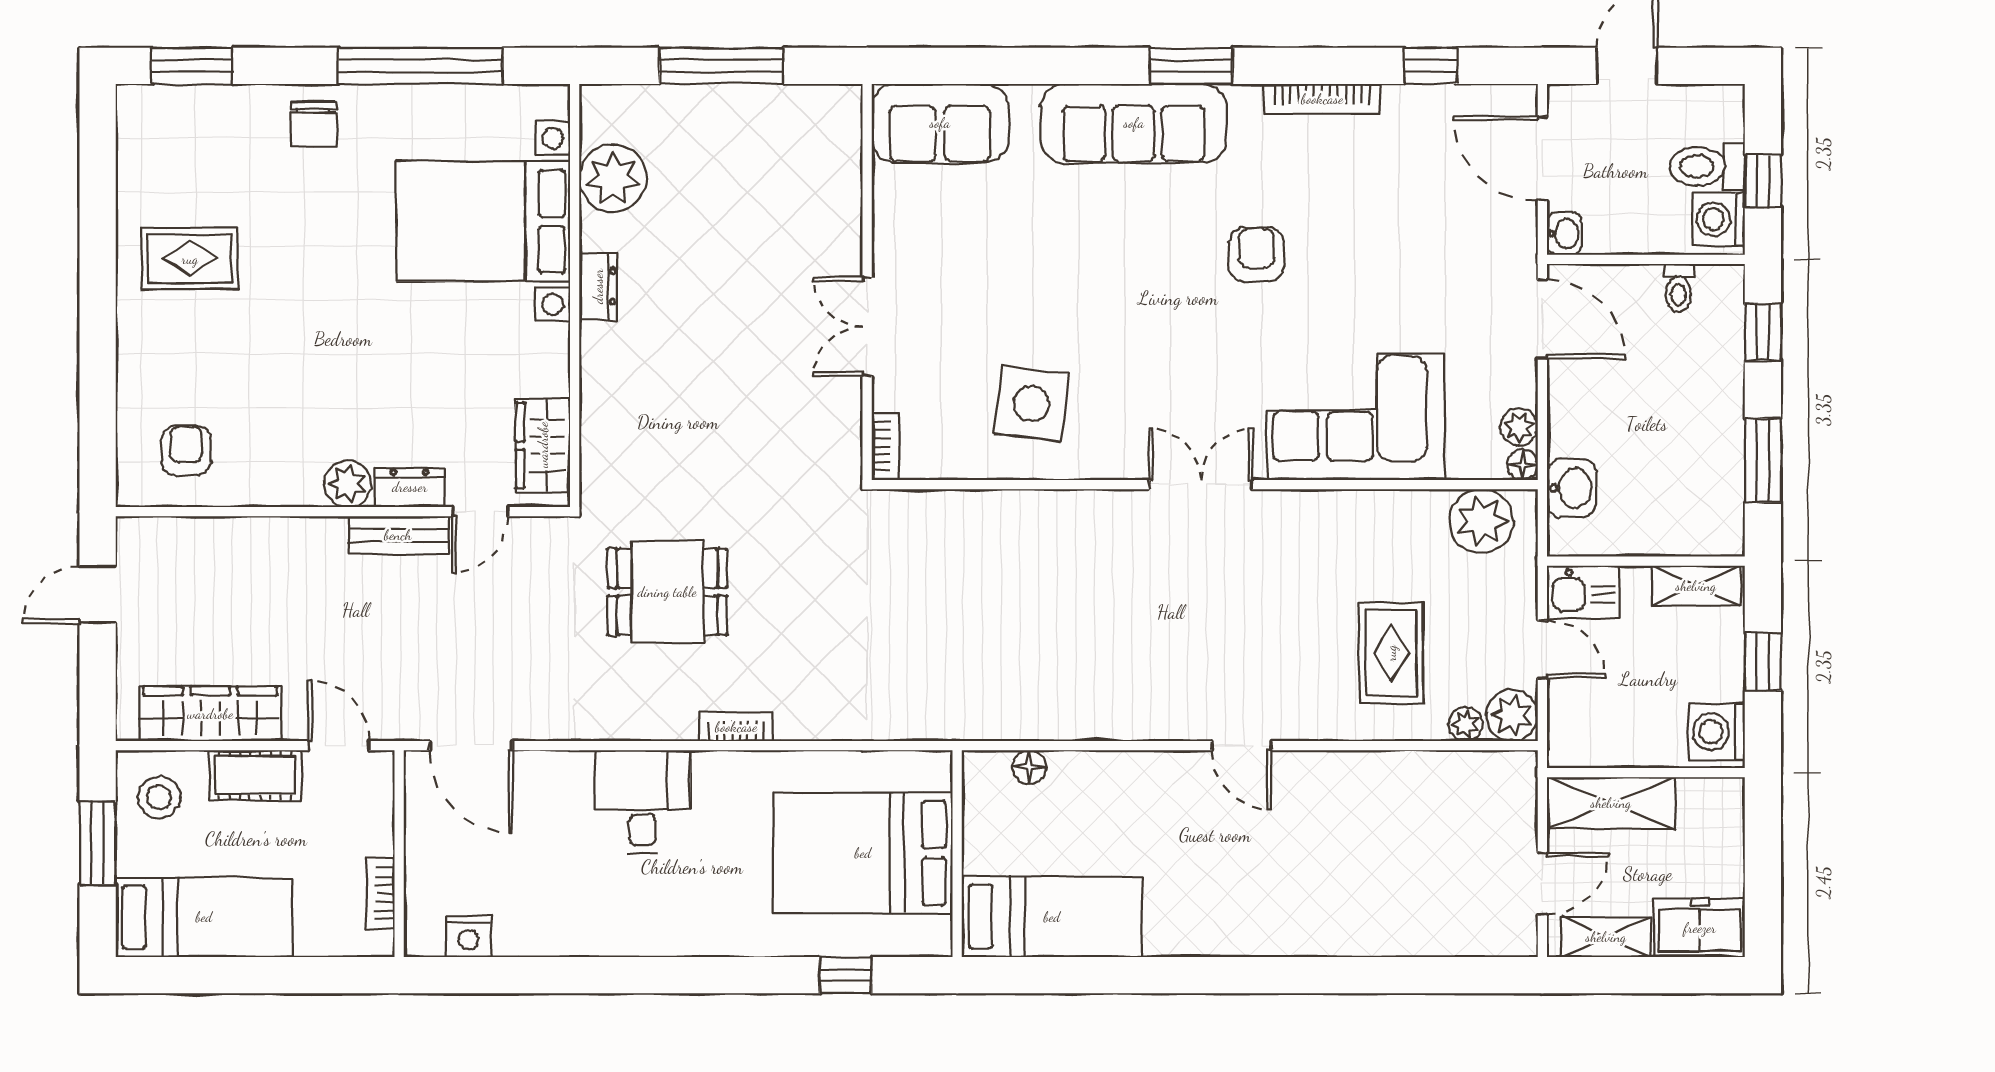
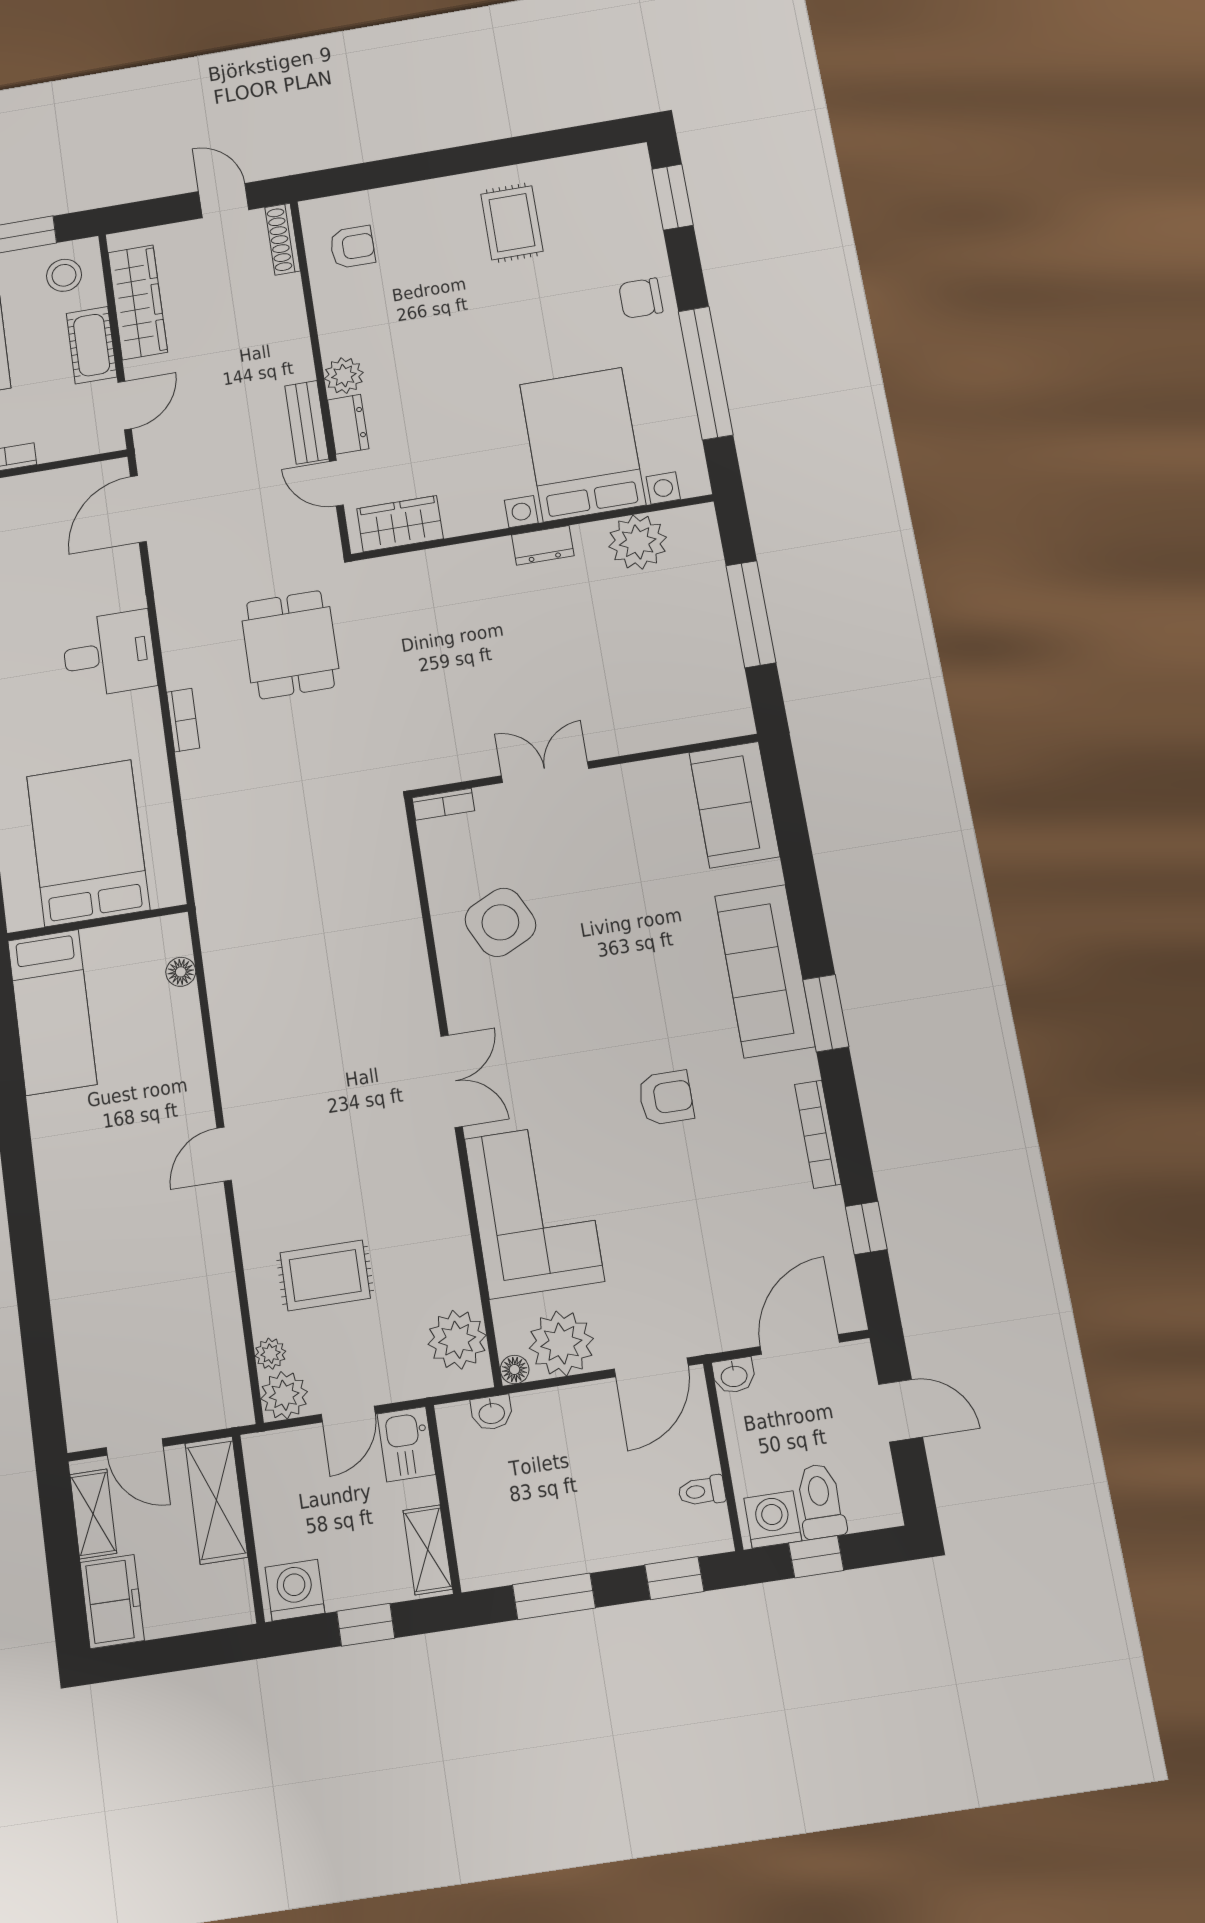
side table: (1031, 404) -> (500, 922), turned -33
plant: (1519, 427) -> (561, 1343), width x1.88, depth x1.88
washbasin: (1572, 488) -> (492, 1413), width x0.72, depth x0.69
shoe rack: (161, 531) -> (283, 239), added

